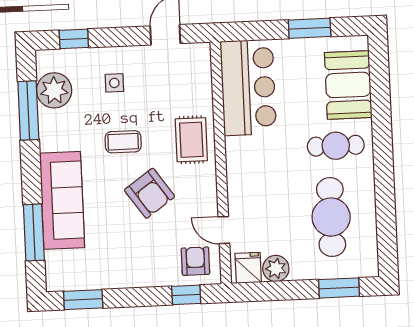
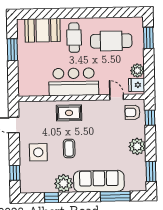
side table: (114, 83) -> (38, 152), width x1.87, depth x1.87
bar counter: (248, 88) -> (74, 82), moved
plant: (54, 90) -> (64, 183), moved
window: (28, 110) -> (51, 198), width x0.46
armchair: (150, 193) -> (96, 135), removed
door: (224, 230) -> (117, 97), swing flipped
plant: (131, 272) -> (137, 146), added

